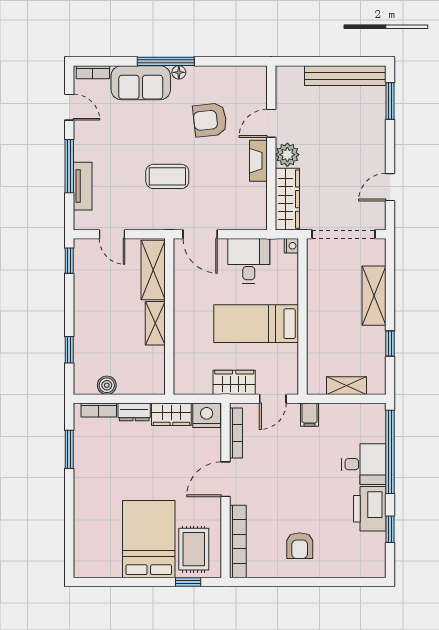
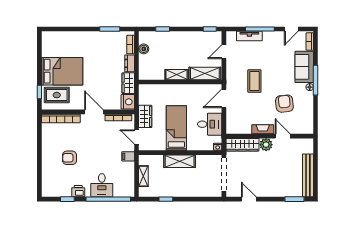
shelving: (374, 296) -> (180, 161), moved
printer: (370, 509) -> (78, 191), width x0.53, depth x0.68
armchair: (300, 546) -> (70, 158), moved

